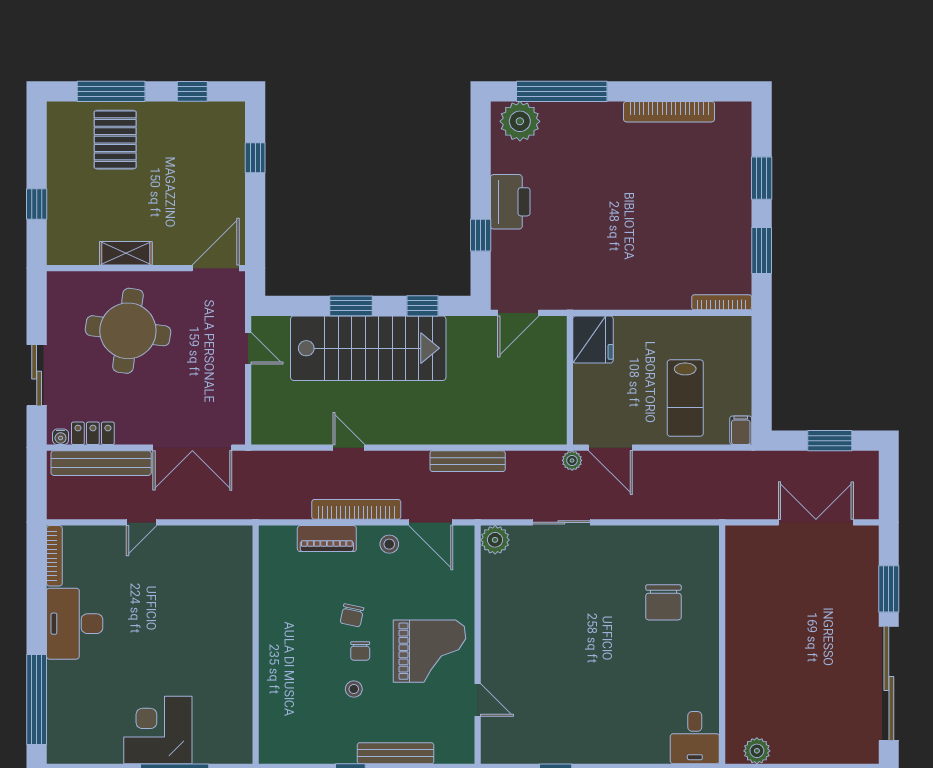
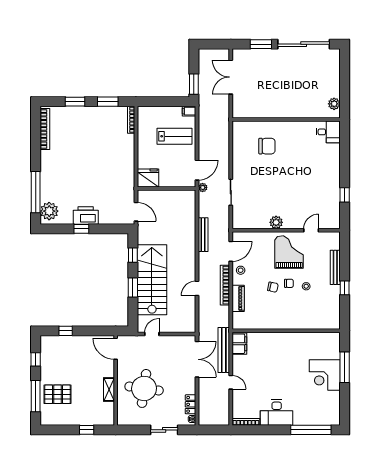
bookcase: (669, 112) -> (45, 129), moved
window: (481, 235) -> (81, 229), moved
window: (830, 441) -> (194, 84), moved
bench: (101, 463) -> (224, 350), moved
plant: (495, 540) -> (276, 222), moved
filing cabinet: (227, 541) -> (239, 344), added

